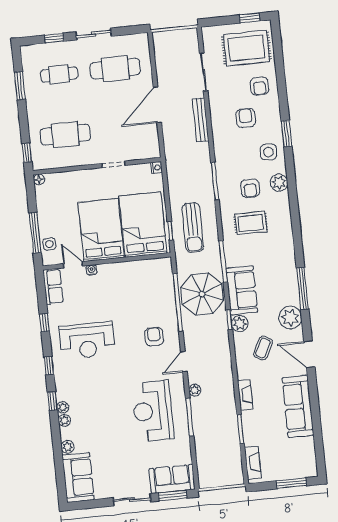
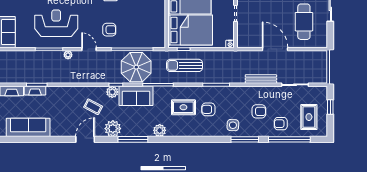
window: (250, 18) -> (330, 107), moved
rug: (246, 48) -> (309, 117), width x0.73, depth x0.70
window: (280, 72) -> (289, 139), added
window: (287, 134) -> (245, 139), width x1.44
plant: (279, 183) -> (160, 130), moved
rug: (251, 223) -> (183, 107), turned 90
fireplace: (245, 395) -> (35, 91), moved
sofa: (298, 406) -> (28, 127), moved

